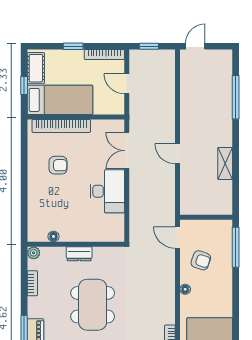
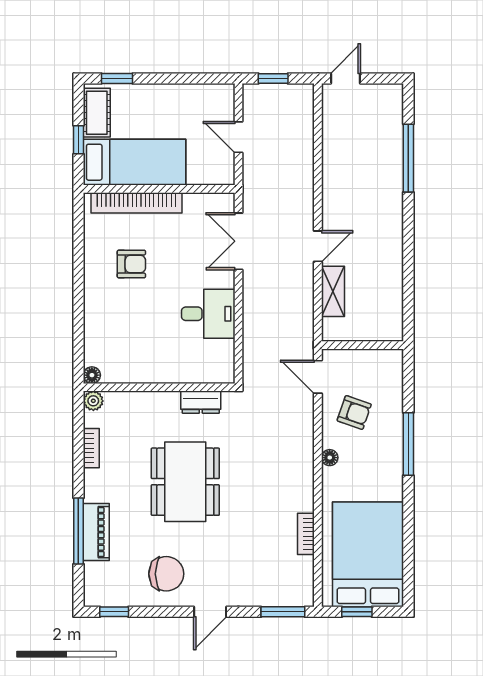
window: (73, 46) -> (117, 78), moved
bookcase: (104, 55) -> (204, 91), removed
door: (178, 154) -> (318, 246), swing flipped
shelving: (225, 164) -> (333, 291), moved
desk: (107, 191) -> (208, 314), width x0.73
floor lamp: (53, 236) -> (92, 375), moved
window: (236, 247) -> (408, 444), moved
dresser: (79, 254) -> (201, 402), moved

